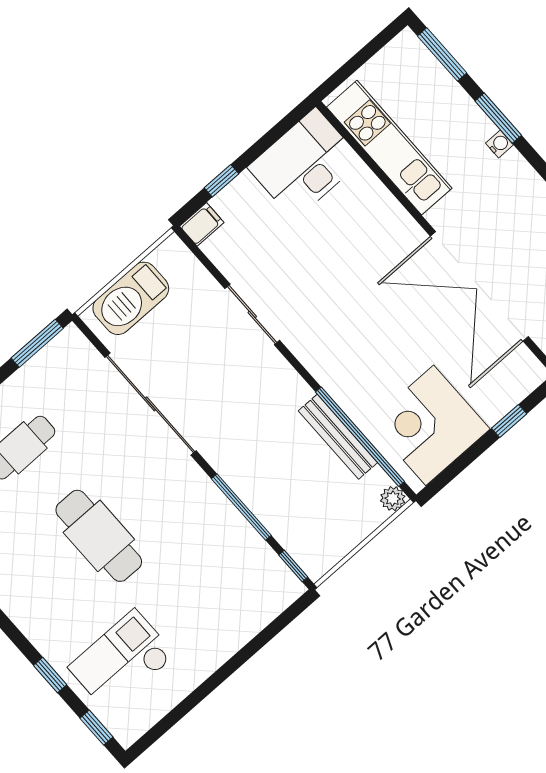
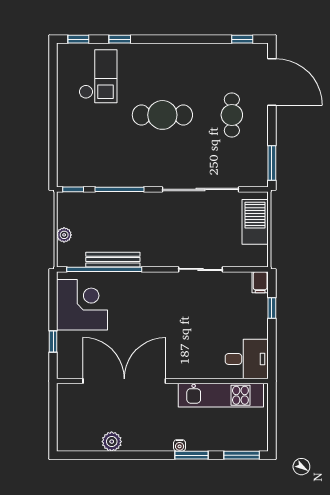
desk: (305, 164) -> (247, 359), width x0.73
plant: (393, 499) -> (64, 235), moved

